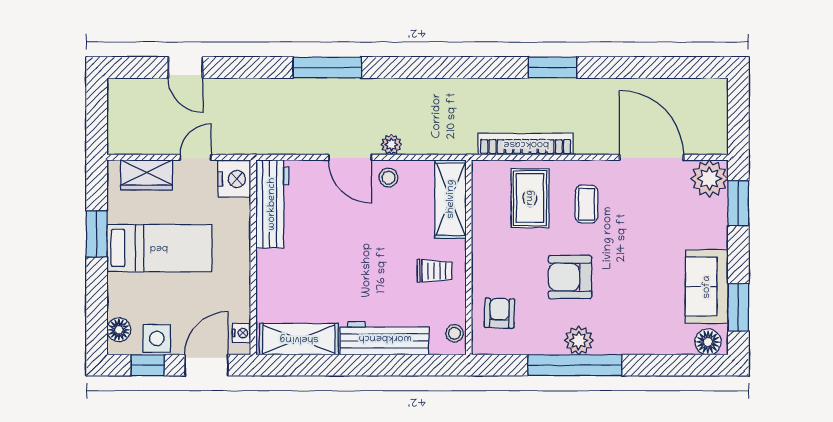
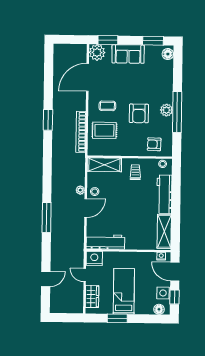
sofa: (707, 287) -> (128, 54), moved

